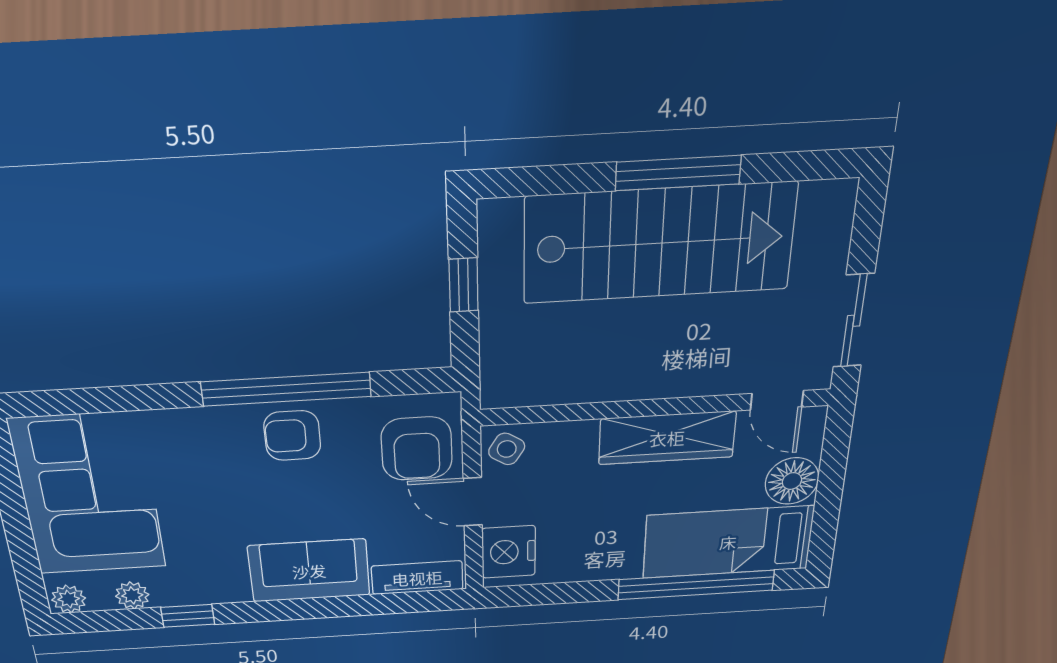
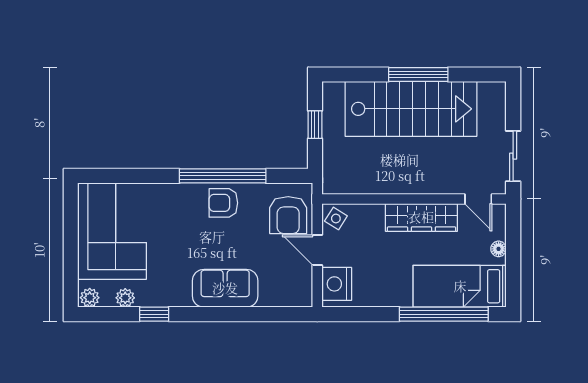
floor lamp: (792, 481) -> (499, 249), width x0.53, depth x0.53
tv unit: (417, 578) -> (285, 298), removed

